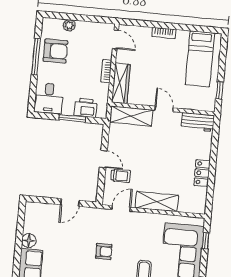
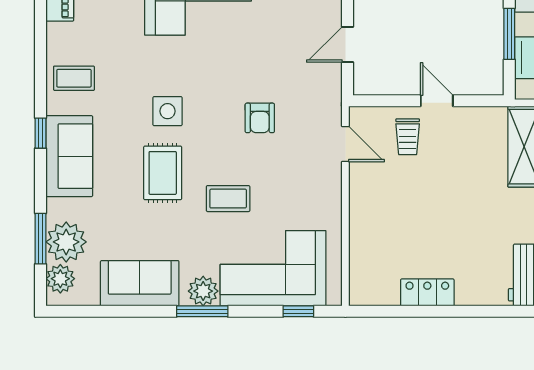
door: (103, 159) -> (437, 101), swing flipped
shelving: (157, 202) -> (365, 211), removed
door: (70, 203) -> (347, 45), hinge flipped

